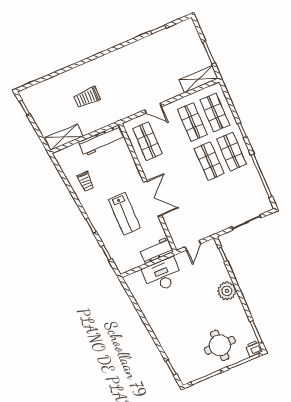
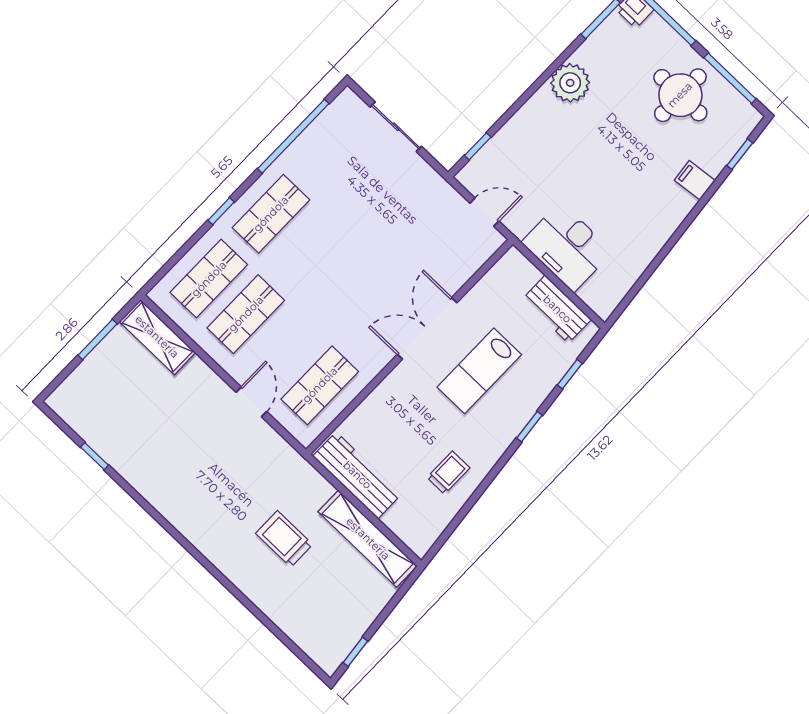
trolley: (87, 97) -> (284, 539), turned 180
shelving: (64, 137) -> (368, 539), width x1.47
shop shelf: (209, 161) -> (308, 249), removed
lab bench: (124, 214) -> (479, 371), turned 180
workbench: (156, 251) -> (557, 309), moved
plant: (227, 291) -> (570, 83), moved
filing cabinet: (168, 343) -> (695, 180), added
round table: (220, 345) -> (680, 95), moved

